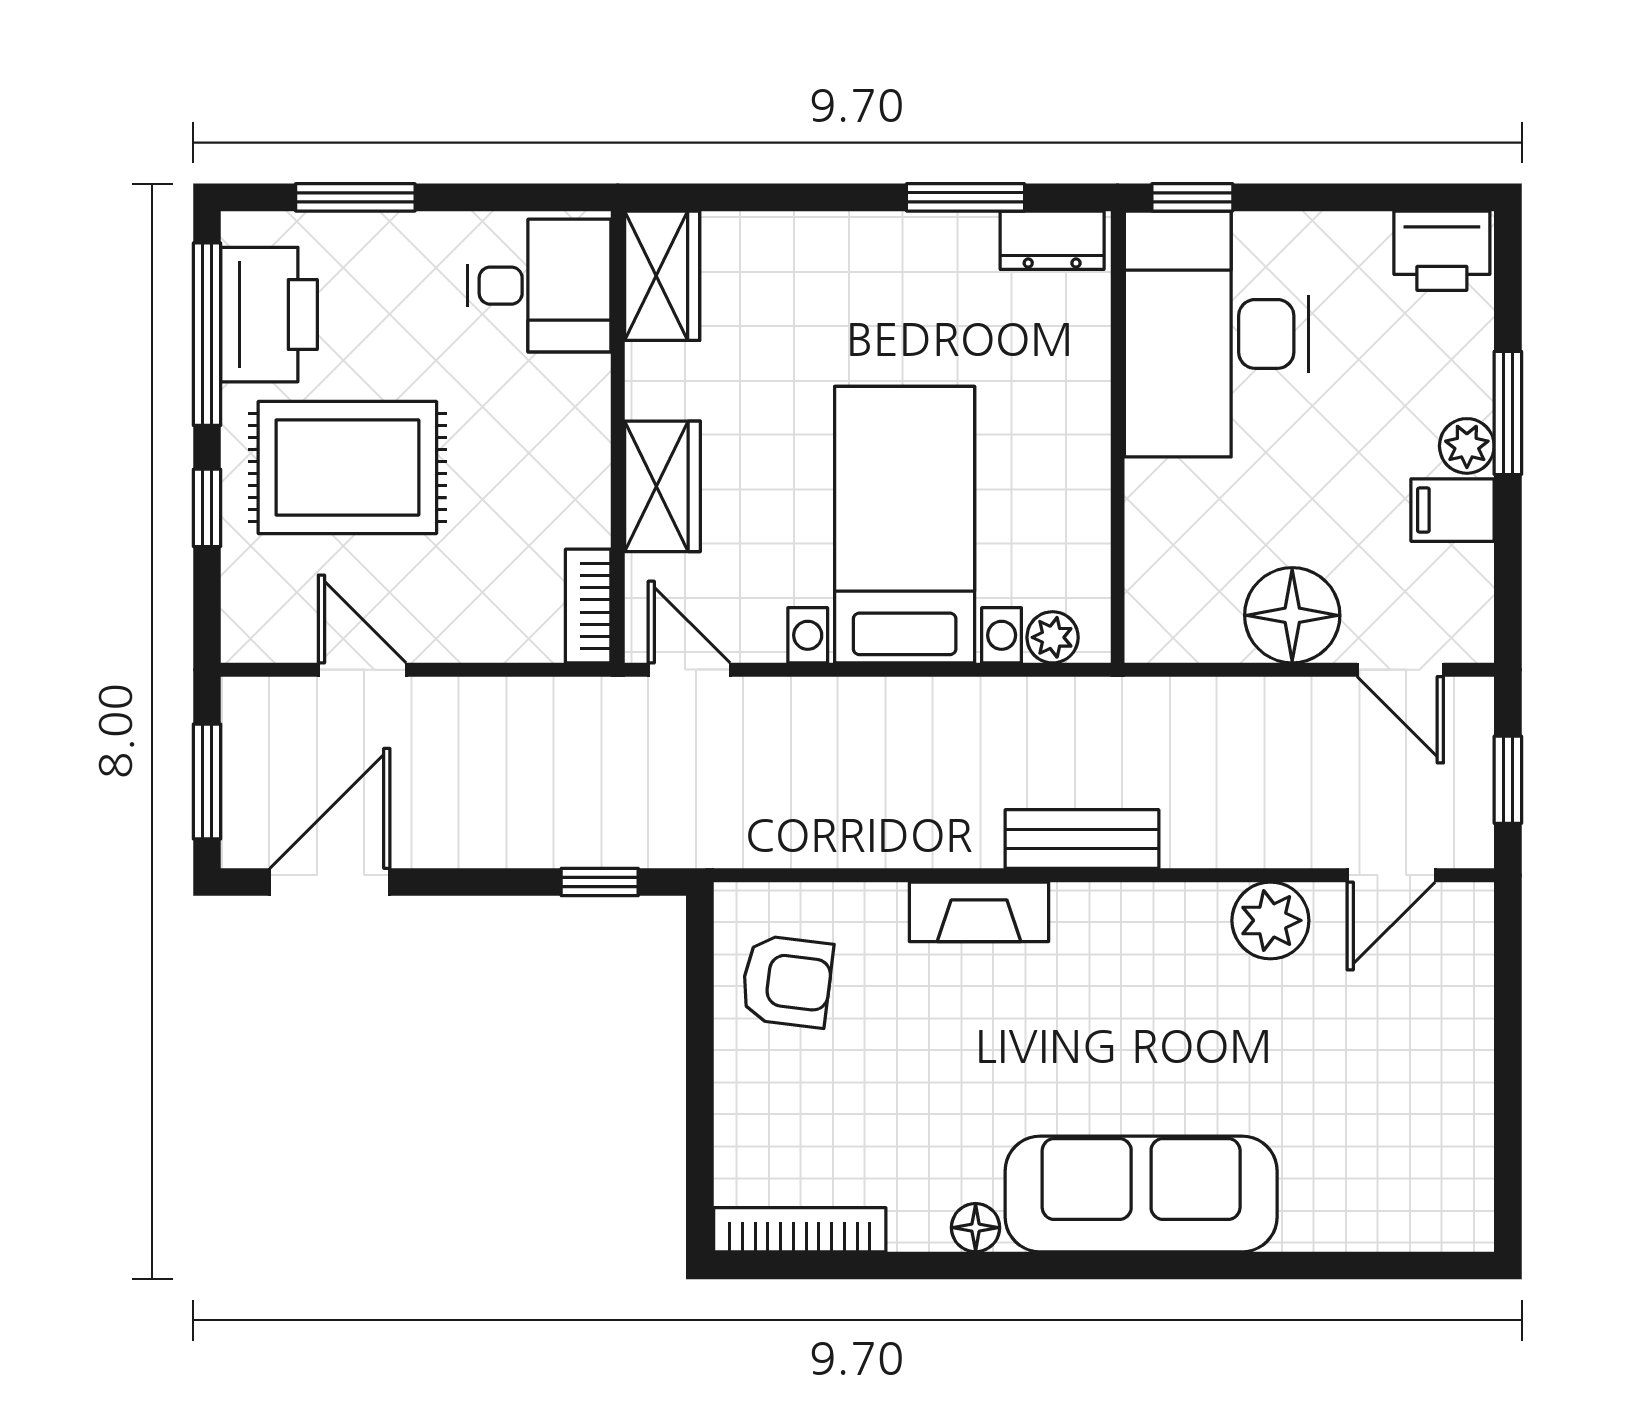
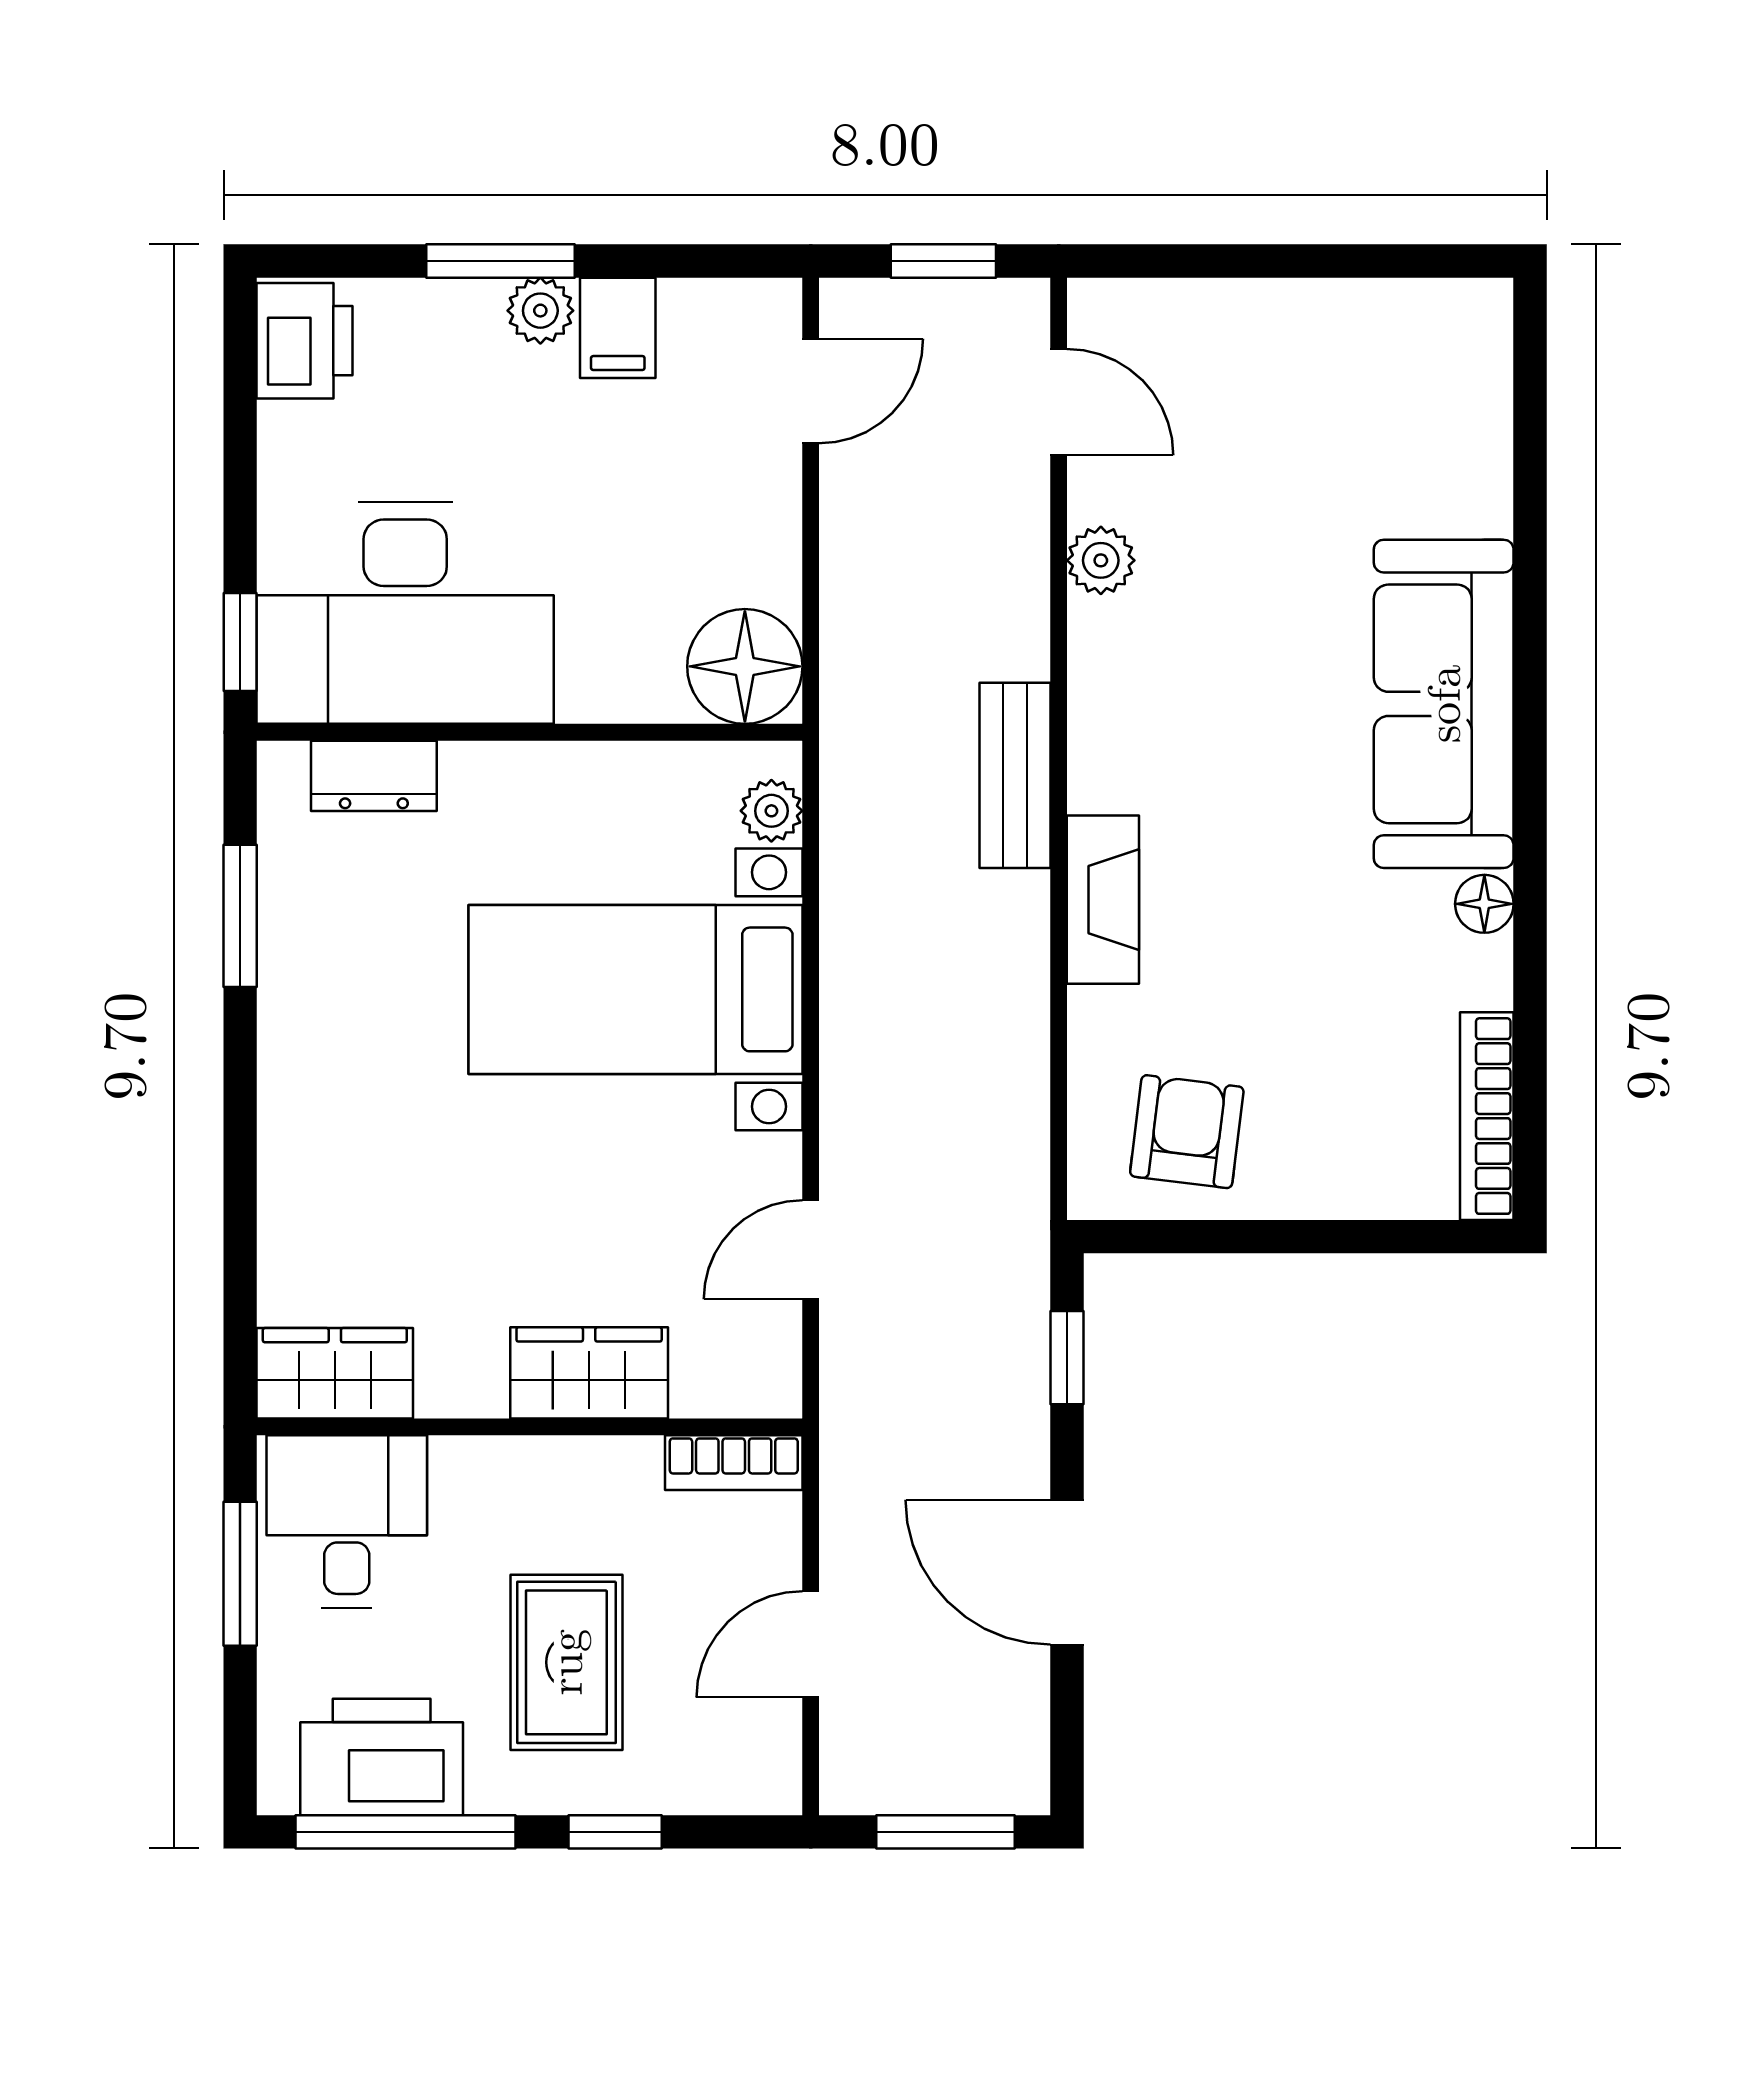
window: (355, 197) -> (240, 1574), moved
dresser: (1052, 240) -> (374, 776), moved, turned 90
wardrobe: (662, 276) -> (335, 1373), moved
desk: (539, 286) -> (347, 1522), moved
wall: (618, 437) -> (530, 1427), moved
rug: (347, 468) -> (566, 1662), width x0.73, depth x0.70
wardrobe: (662, 486) -> (589, 1373), moved
bookcase: (588, 606) -> (734, 1463), moved
floor lamp: (1292, 615) -> (745, 666), moved
door: (330, 882) -> (1067, 1572), moved
plant: (1270, 920) -> (1101, 560), width x0.73, depth x0.73

